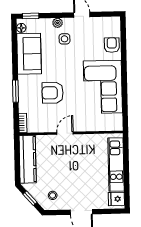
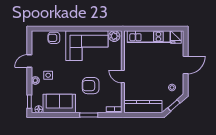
armchair: (53, 93) -> (91, 86), turned 90
plant: (116, 121) -> (114, 36), added

